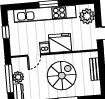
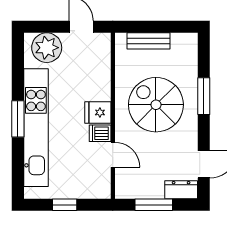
fridge: (60, 43) -> (98, 112), width x0.53, depth x0.75
plant: (18, 77) -> (152, 188), removed
window: (9, 79) -> (154, 205), width x0.69

